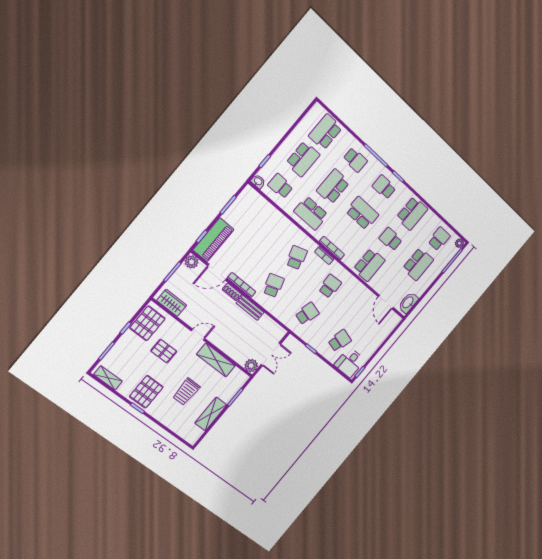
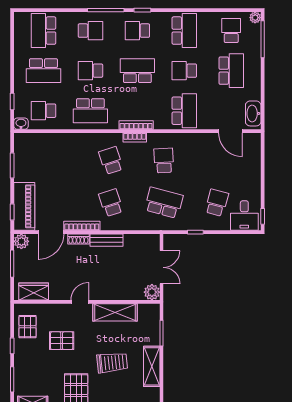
school desk: (303, 159) -> (43, 71), turned 90
school desk: (333, 187) -> (90, 71), width x0.54
school desk: (307, 314) -> (164, 203), width x1.85
pallet: (147, 323) -> (28, 327), width x0.67, depth x0.71
trolley: (186, 392) -> (112, 363), turned -96

